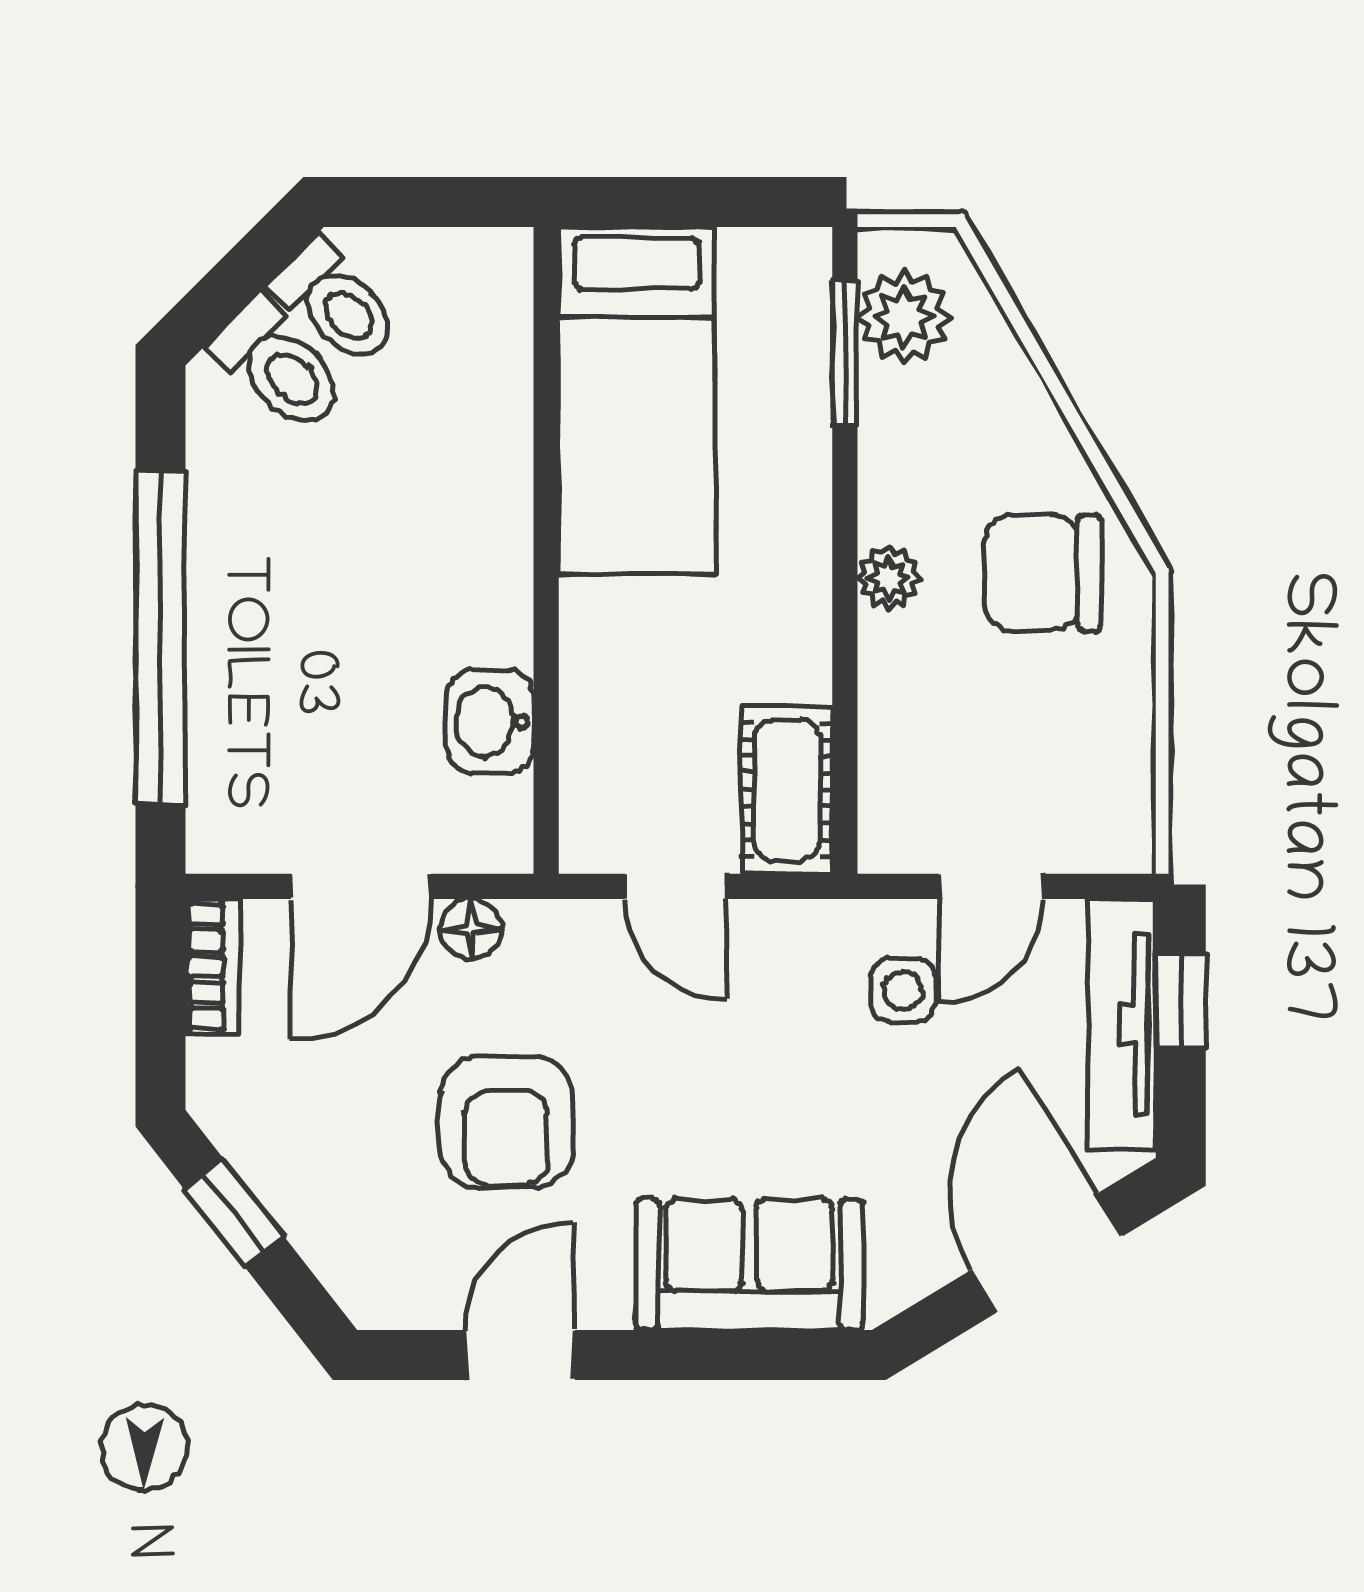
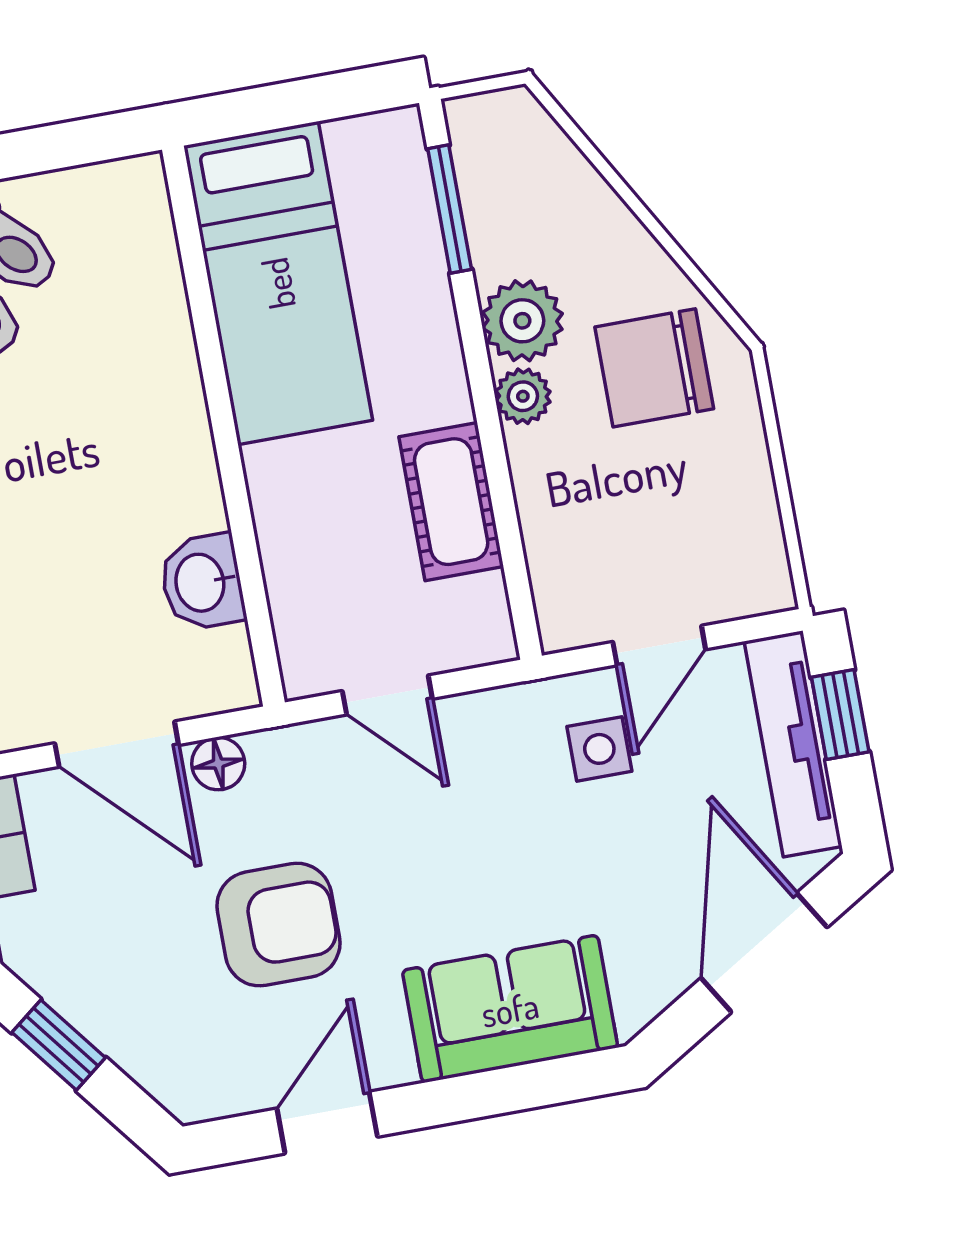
plant: (904, 317) -> (522, 321), moved
cot: (787, 790) -> (451, 502), moved
door: (361, 886) -> (117, 744), hinge flipped
armchair: (506, 1122) -> (278, 925), turned -90

